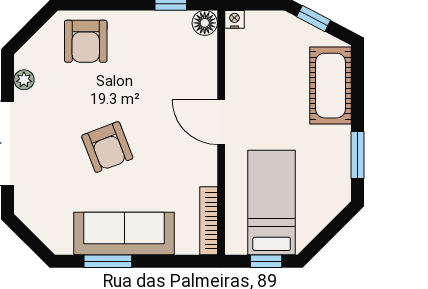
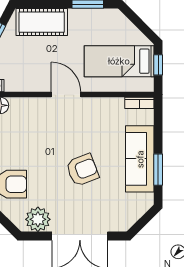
plant: (24, 80) -> (38, 219), width x1.88, depth x1.88
door: (221, 122) -> (66, 95), swing flipped
bookcase: (209, 221) -> (139, 103), width x0.64

